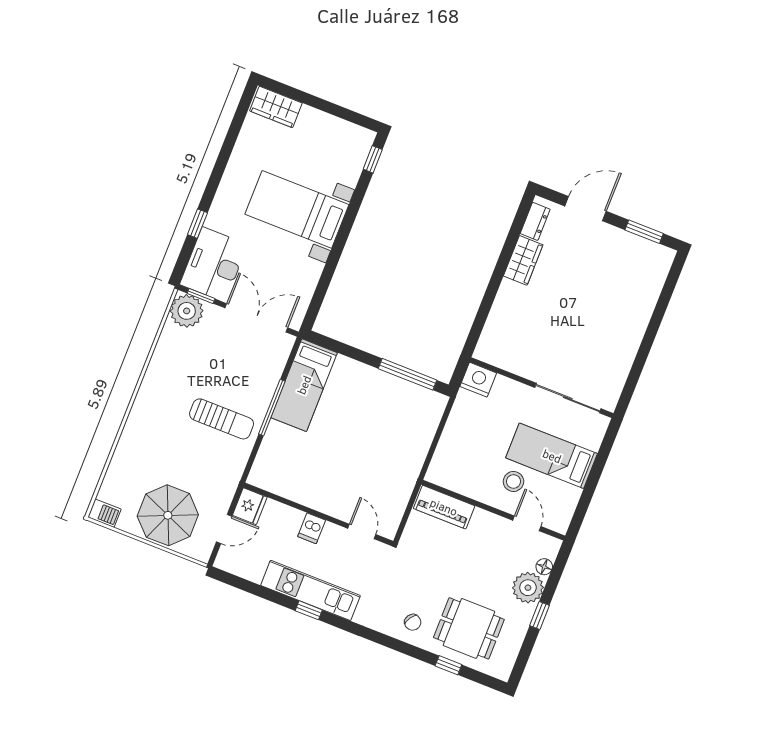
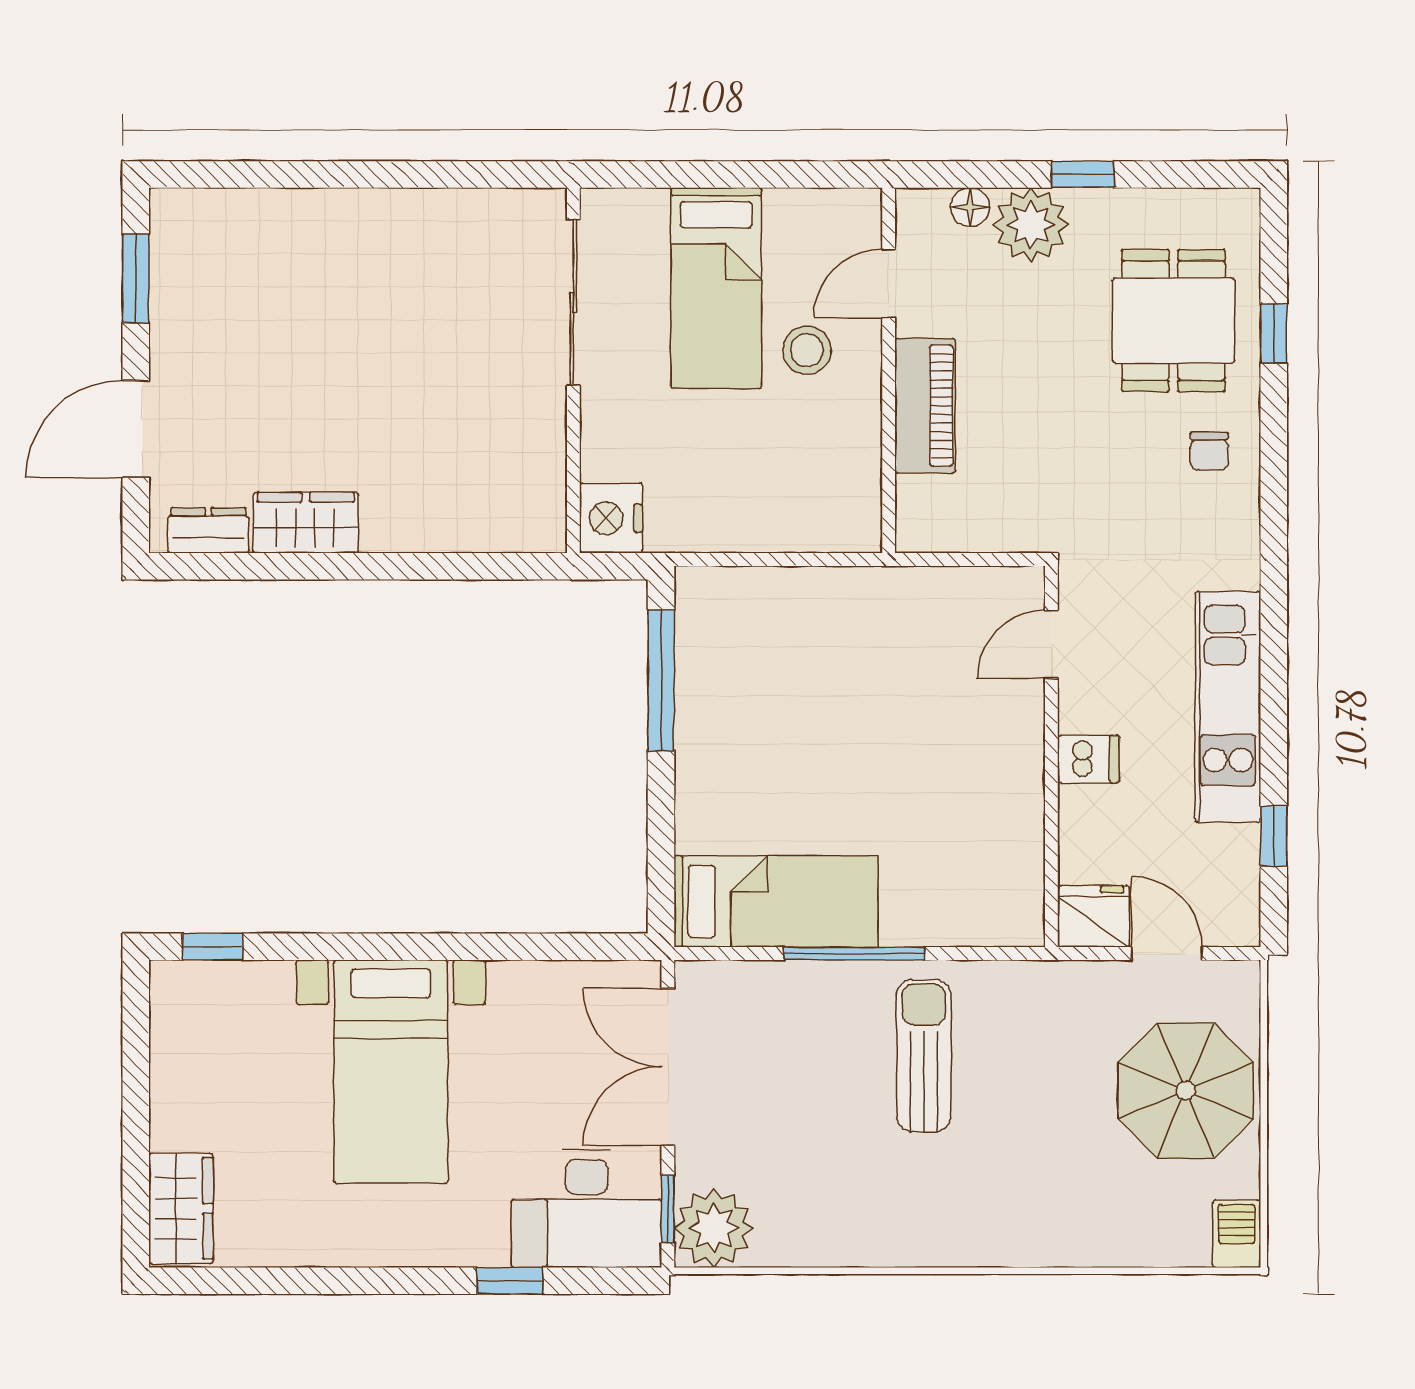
door: (586, 209) -> (136, 429), hinge flipped
piano: (444, 507) -> (925, 406), moved
window: (309, 610) -> (1274, 836), moved
chair: (413, 622) -> (1209, 451), turned 146

